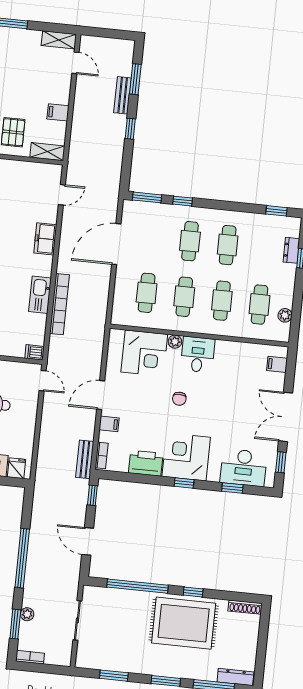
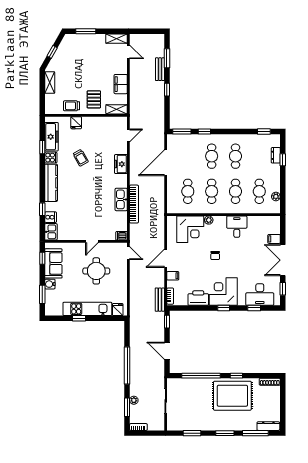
filing cabinet: (58, 112) -> (121, 84), width x2.00
desk: (198, 354) -> (237, 227), moved
filing cabinet: (277, 364) -> (274, 239), moved

